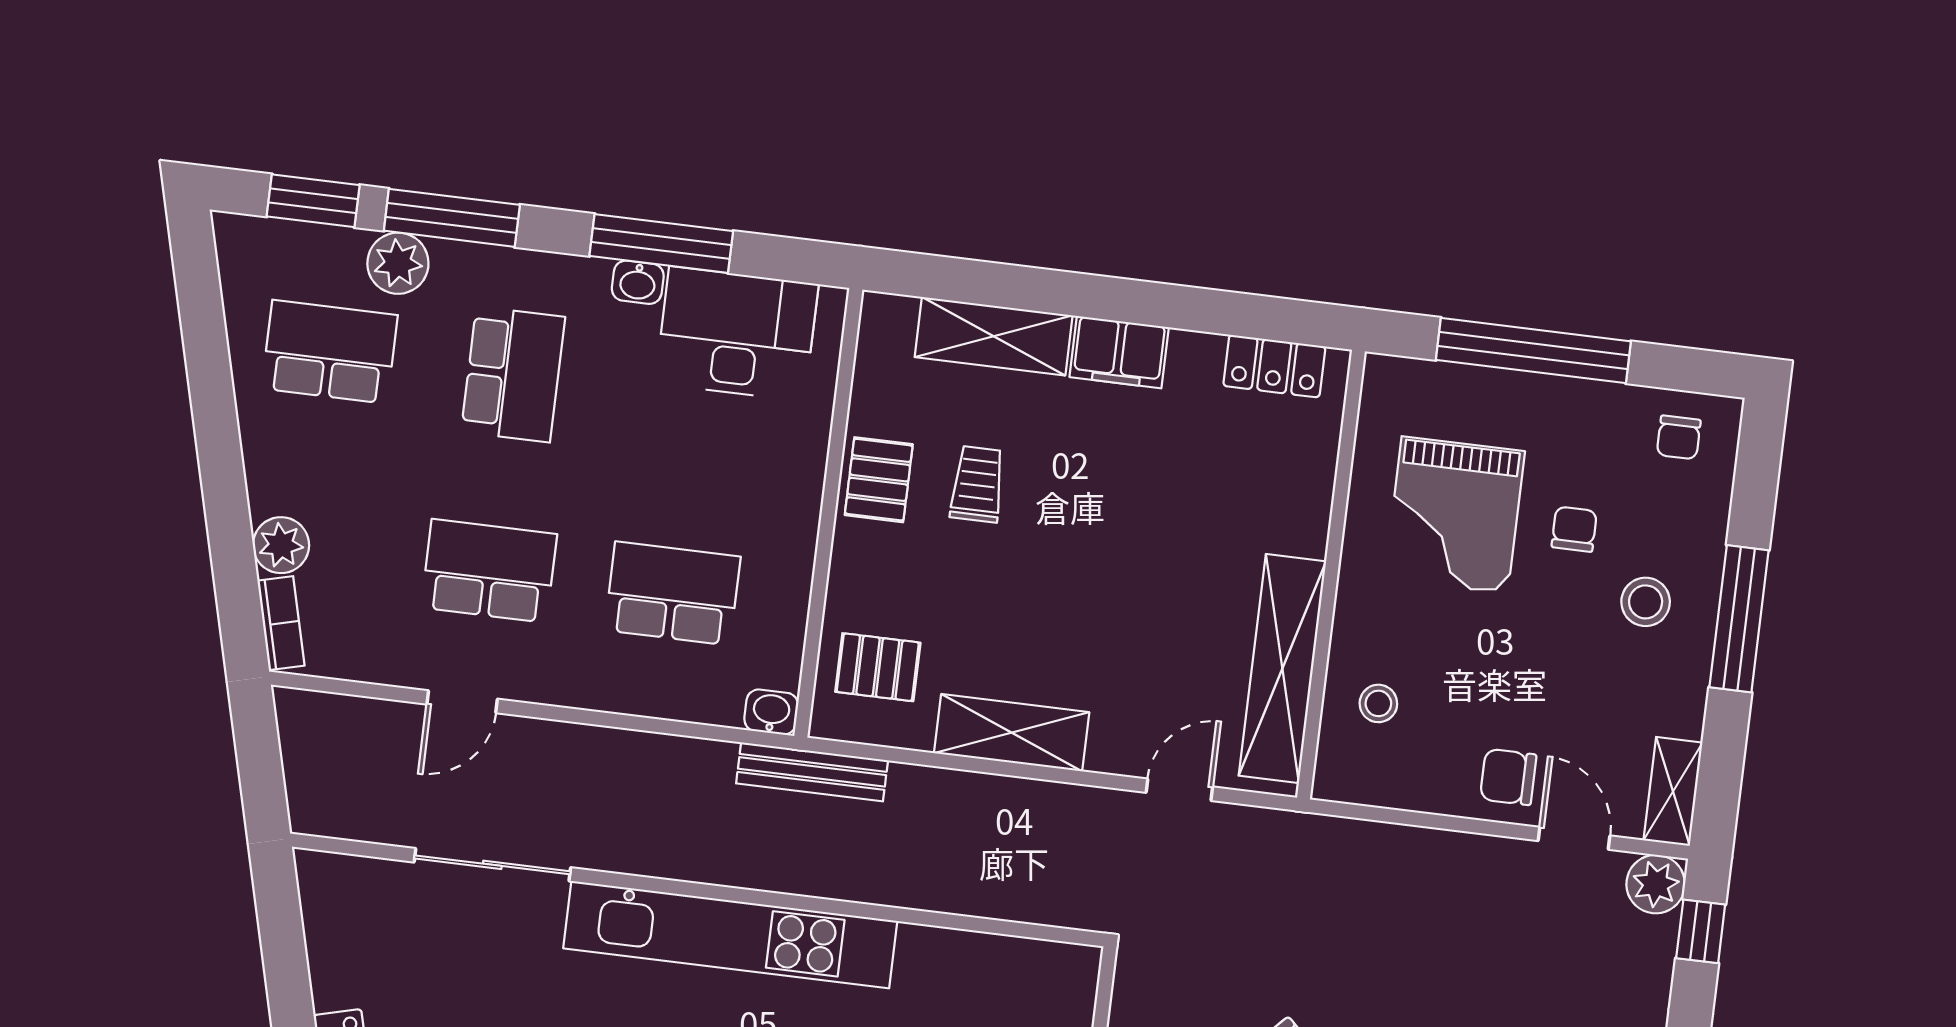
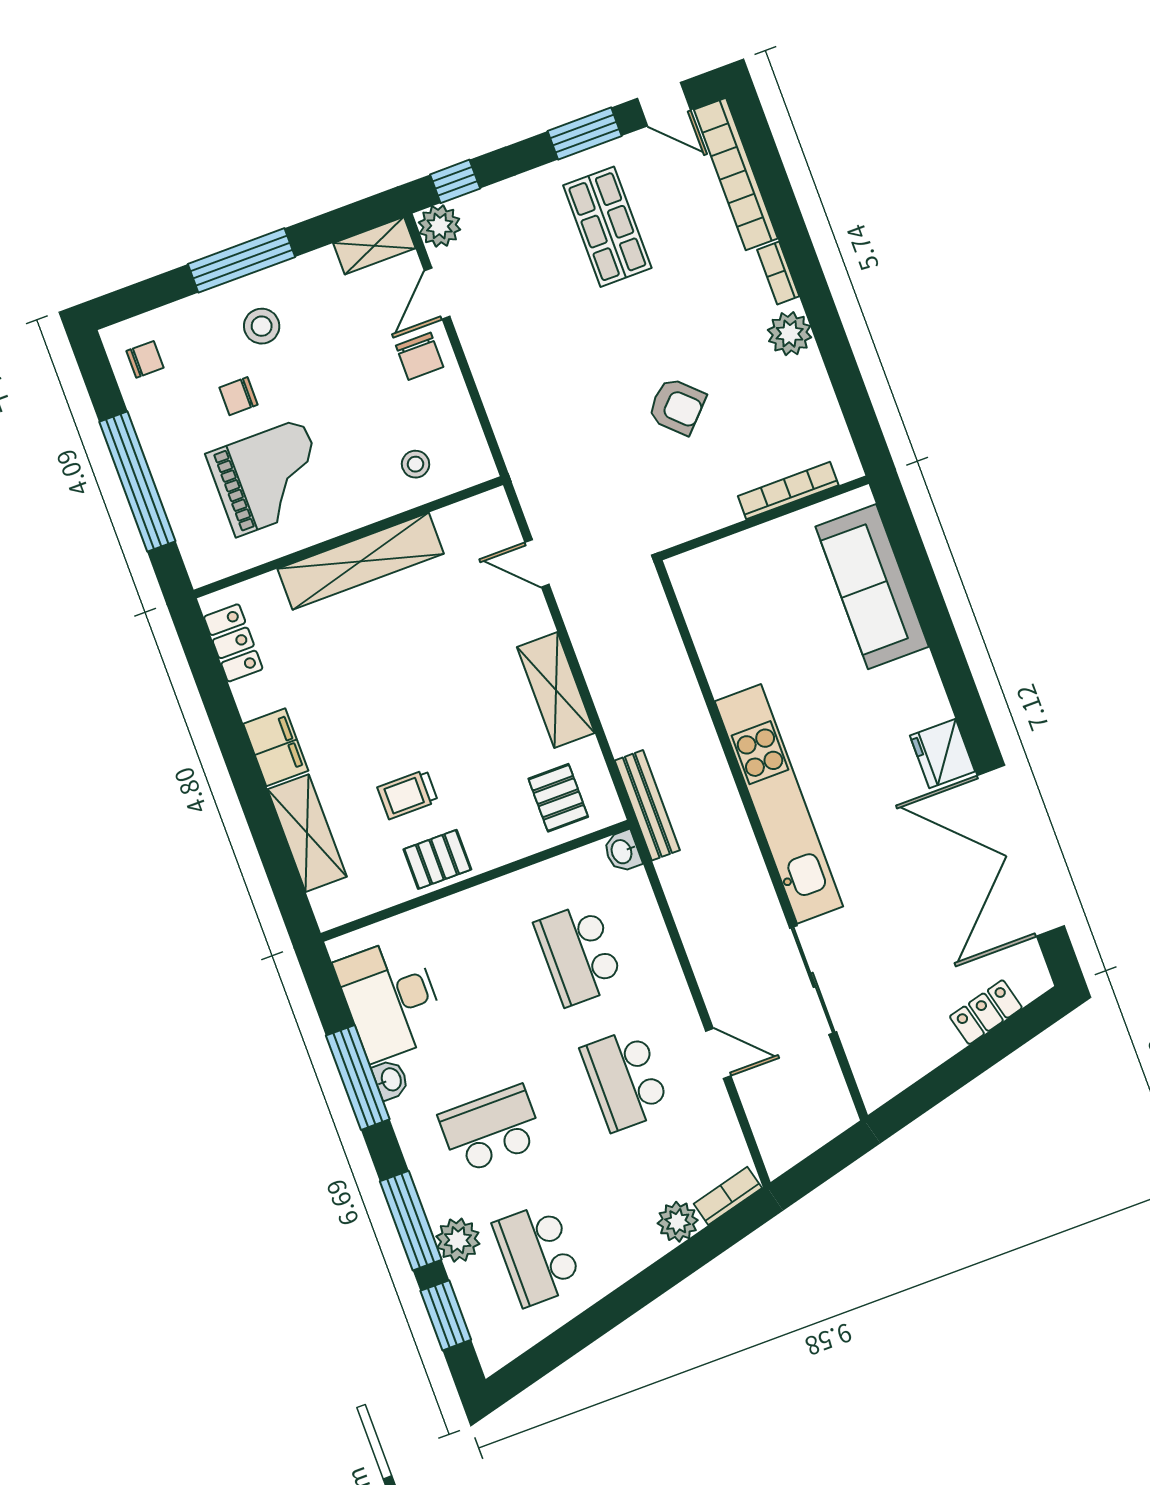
shelving: (1282, 669) -> (361, 561), moved

